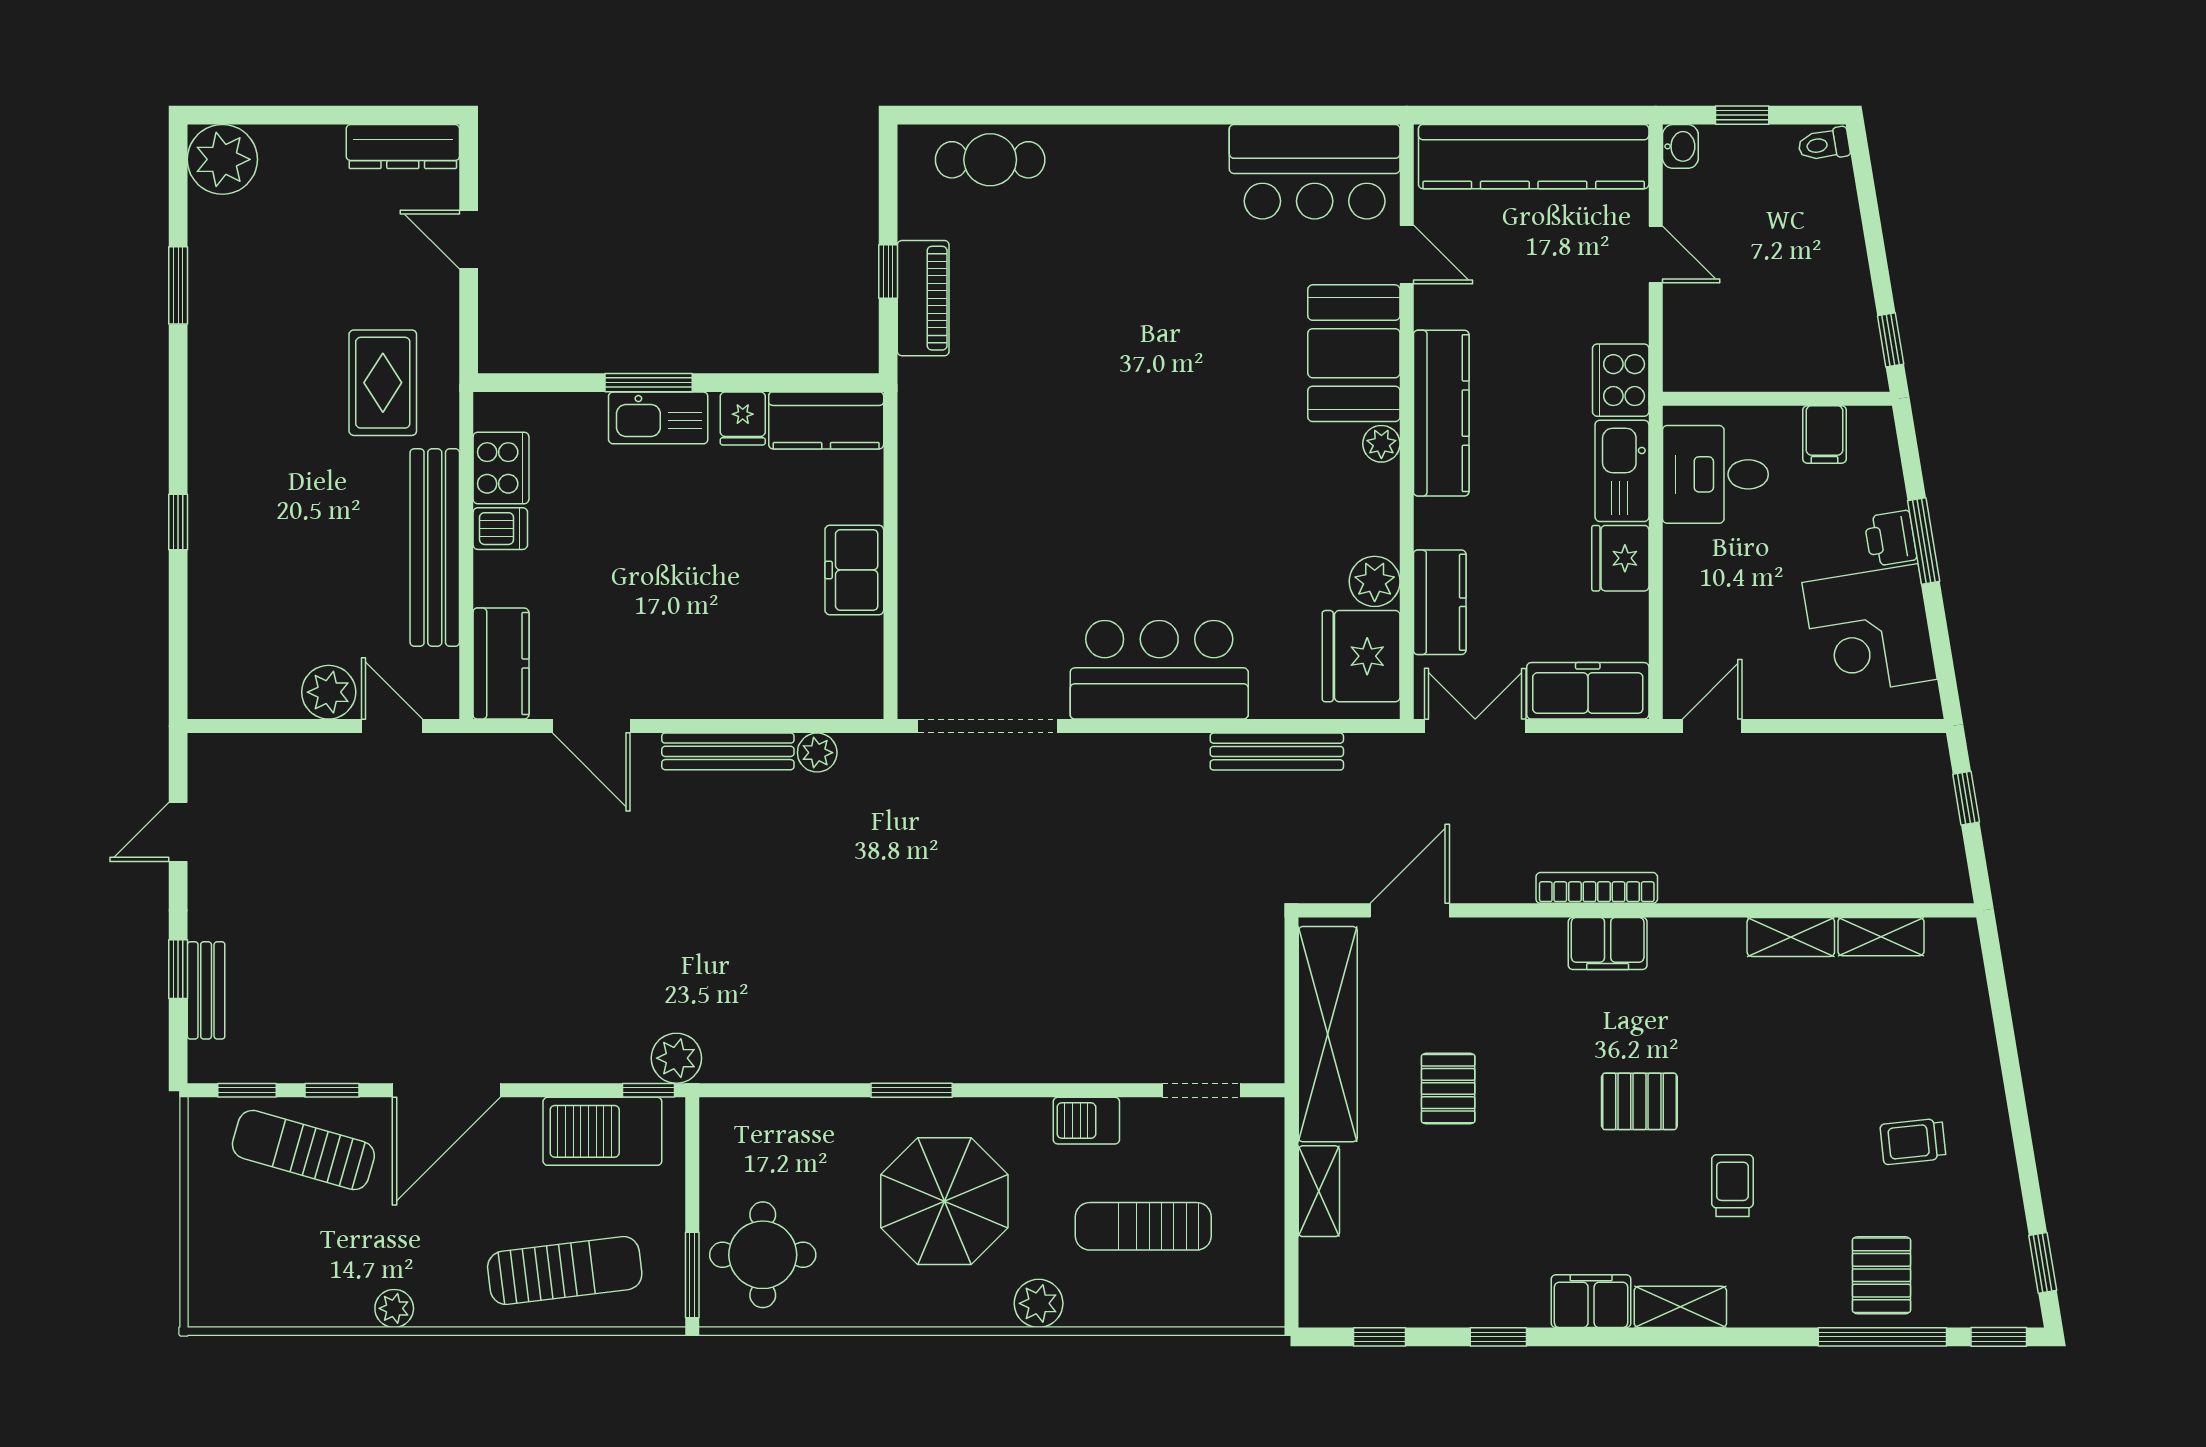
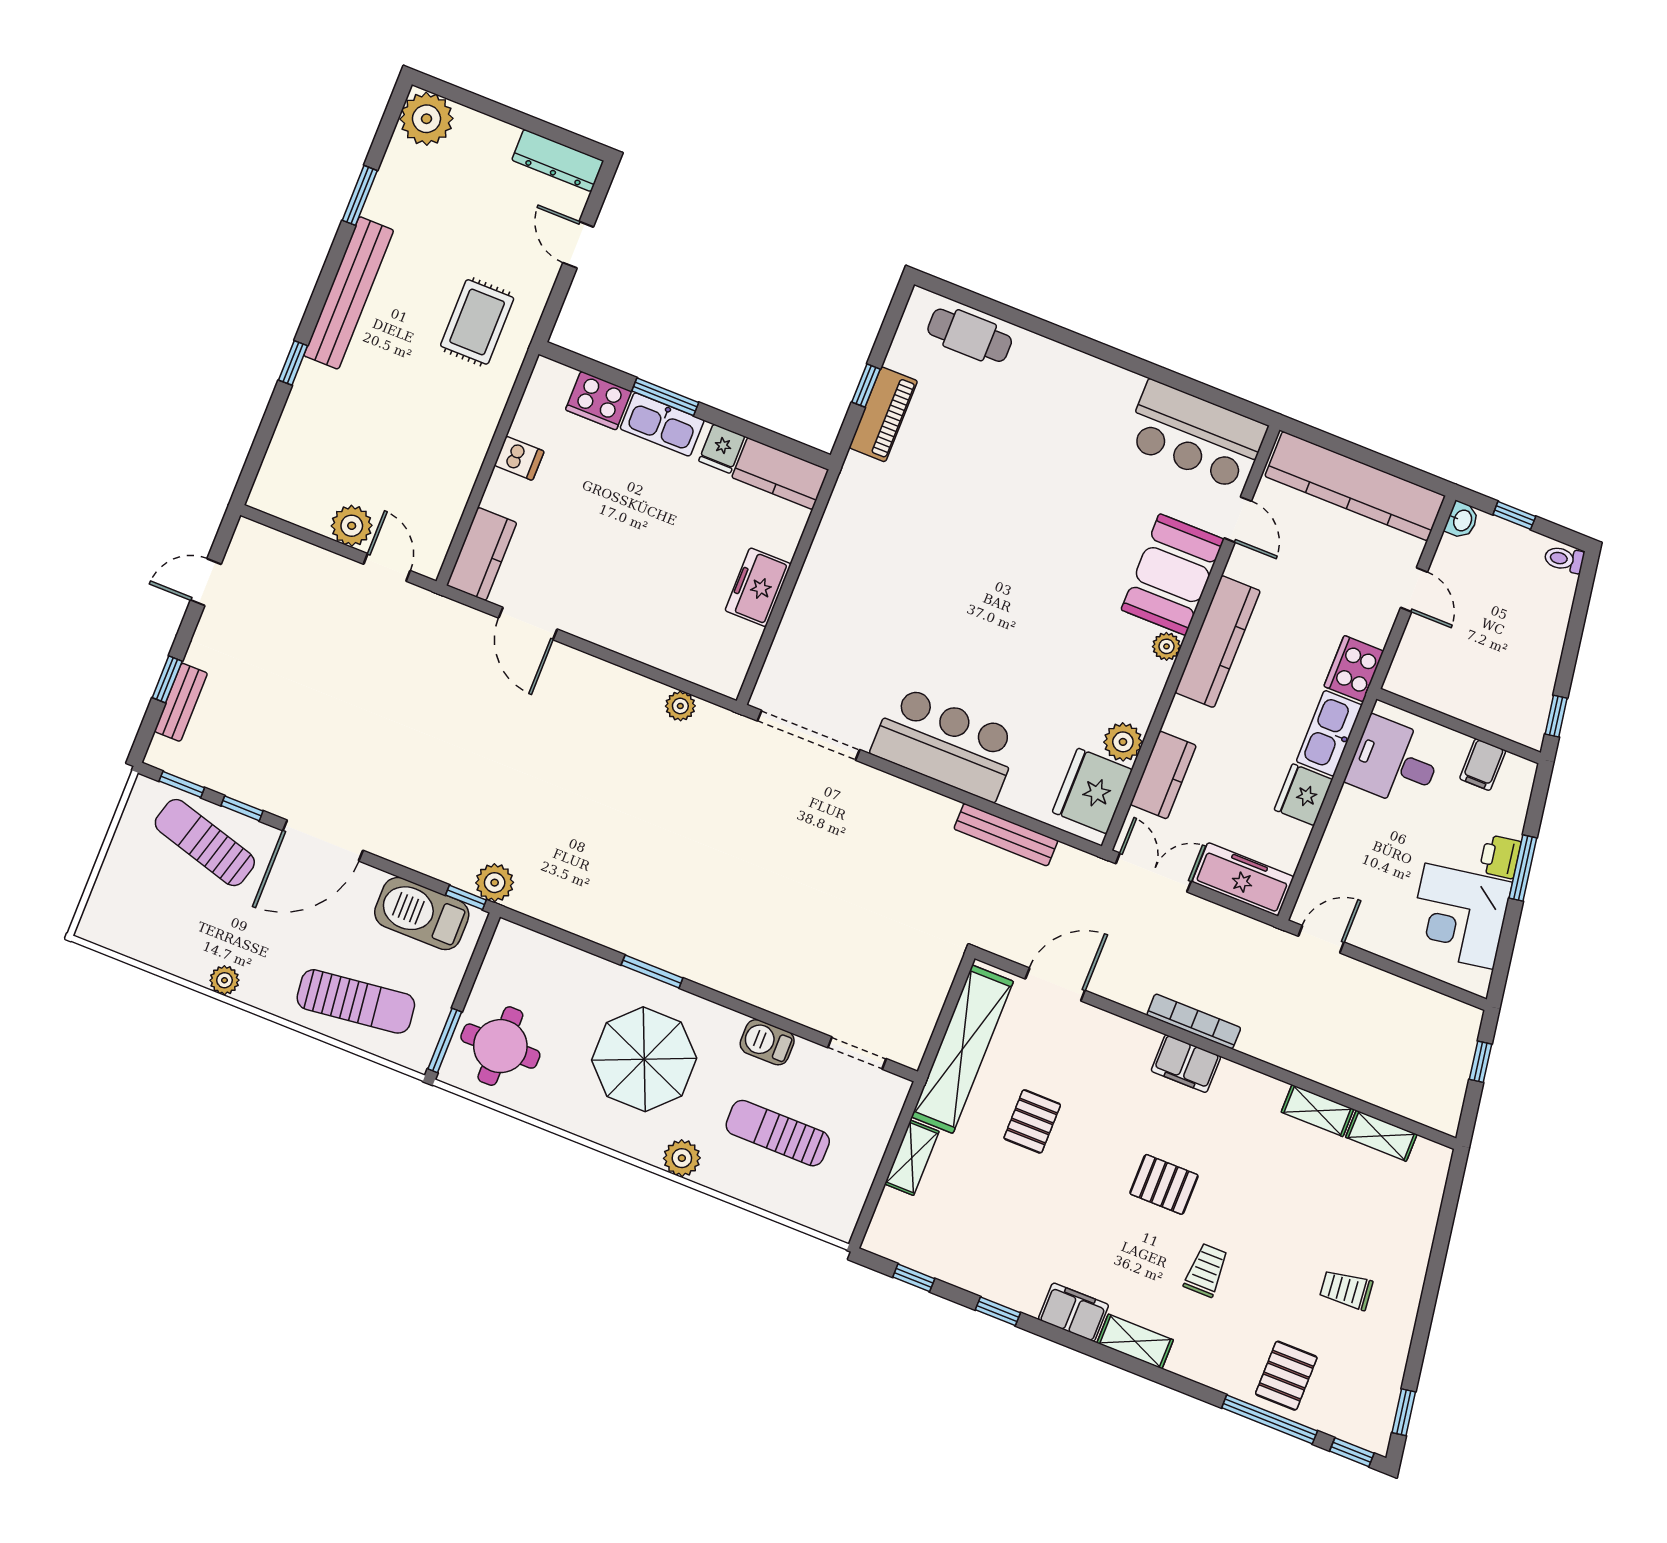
cooker: (501, 468) -> (599, 400), moved, turned 90
bench: (435, 548) -> (349, 293), moved
bench: (728, 751) -> (617, 680), removed

